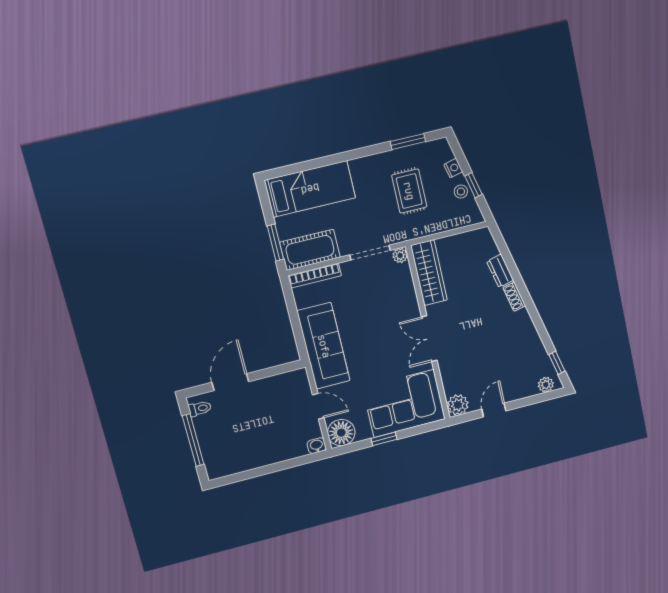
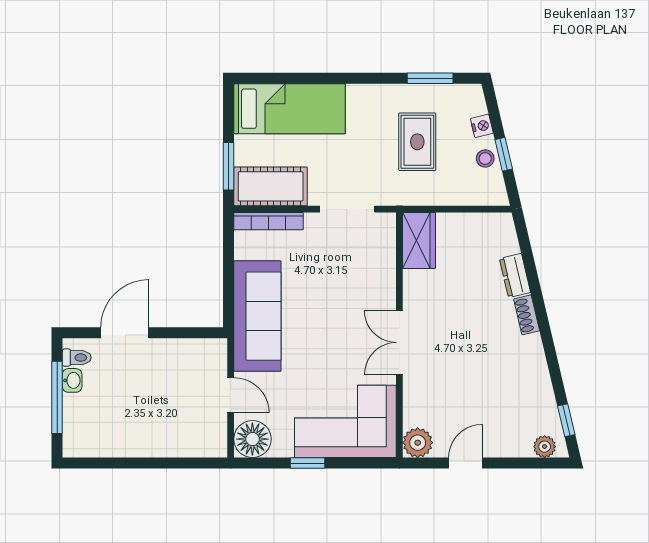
plant: (400, 255) -> (386, 222), removed
wardrobe: (429, 273) -> (419, 240), width x0.67
washbasin: (317, 446) -> (72, 380), moved, turned 90

